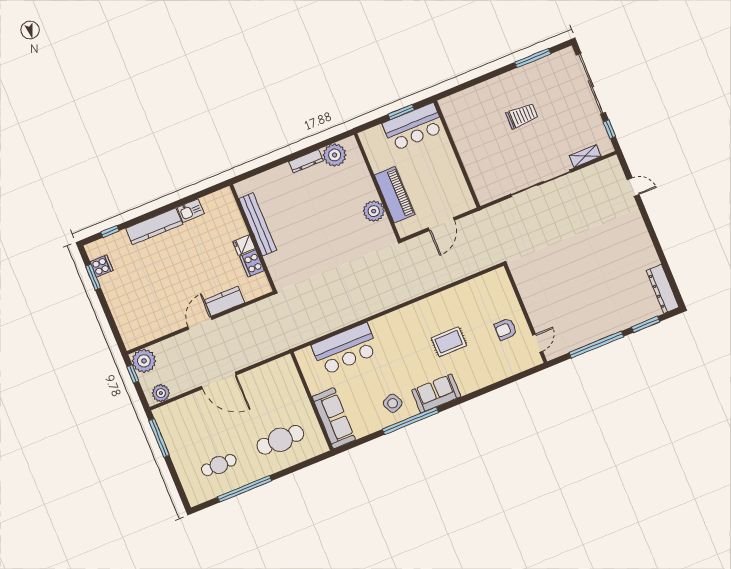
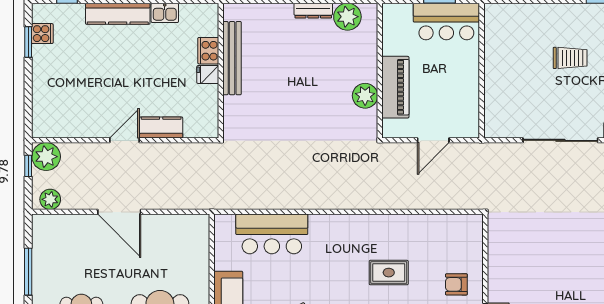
cooker: (252, 263) -> (208, 51), moved
window: (159, 438) -> (28, 272), moved

